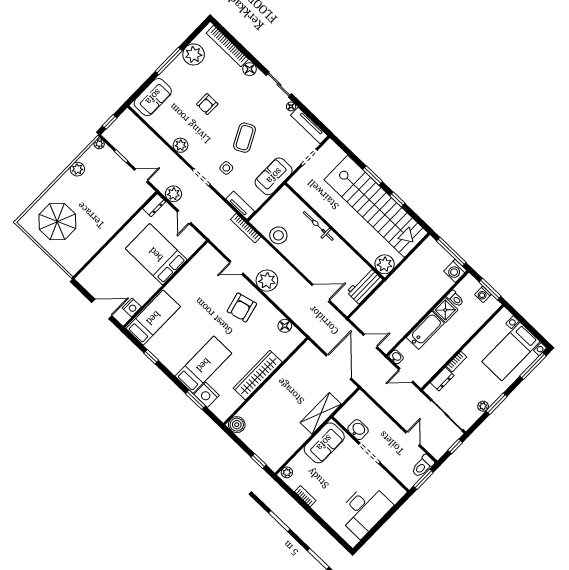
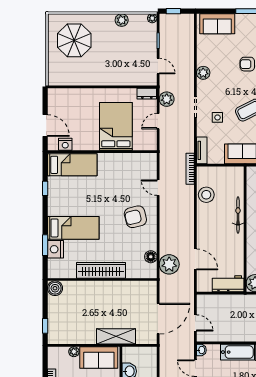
plant: (267, 281) -> (169, 264), moved
plant: (287, 472) -> (74, 352), moved

